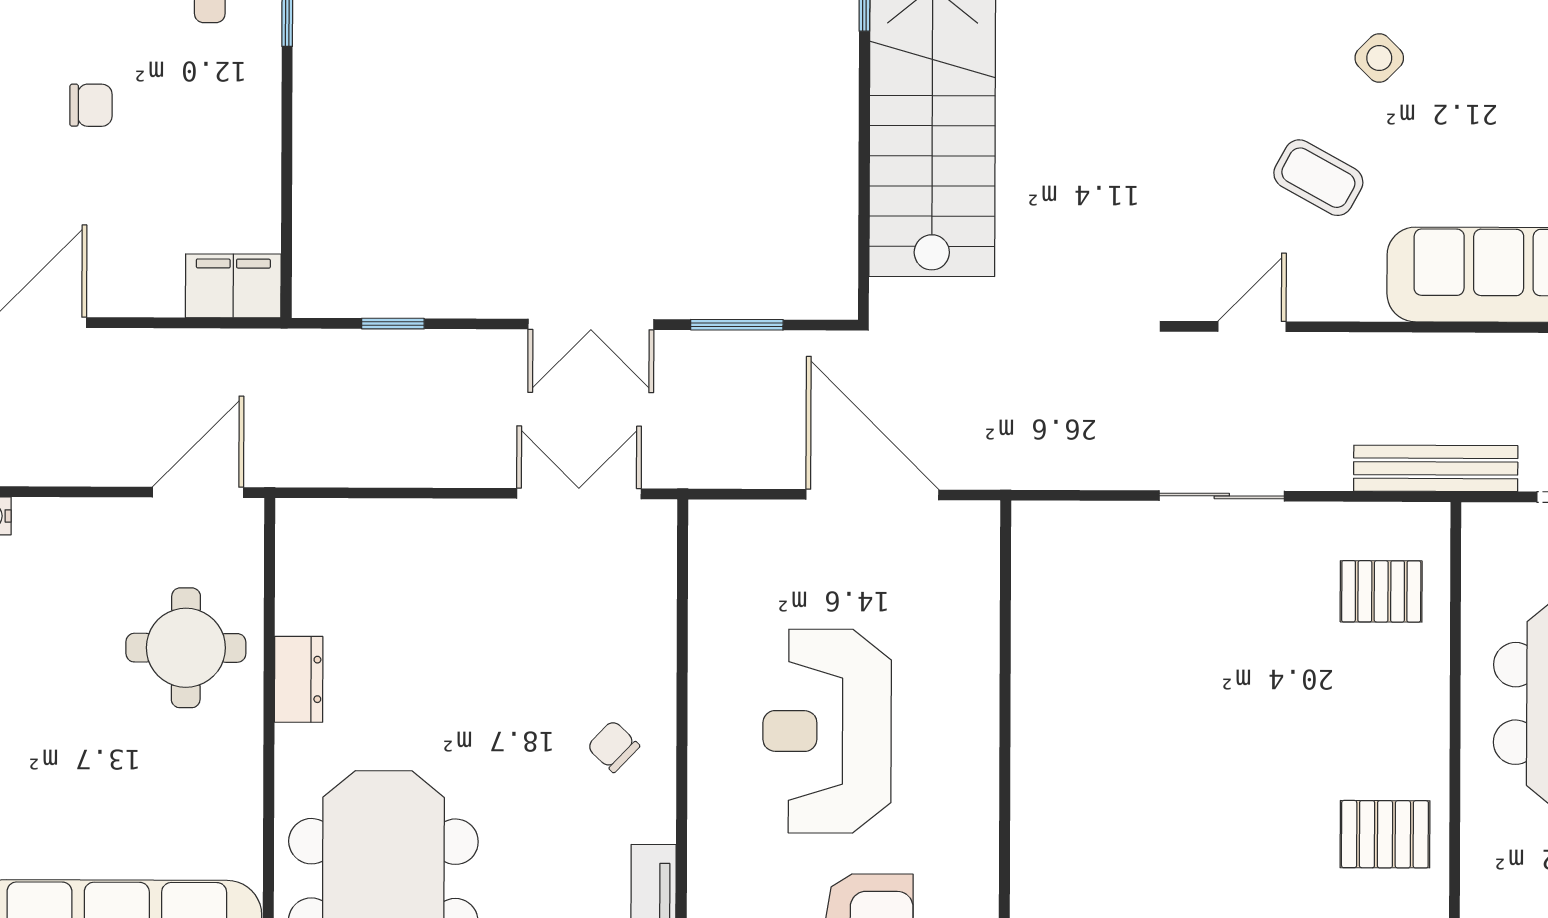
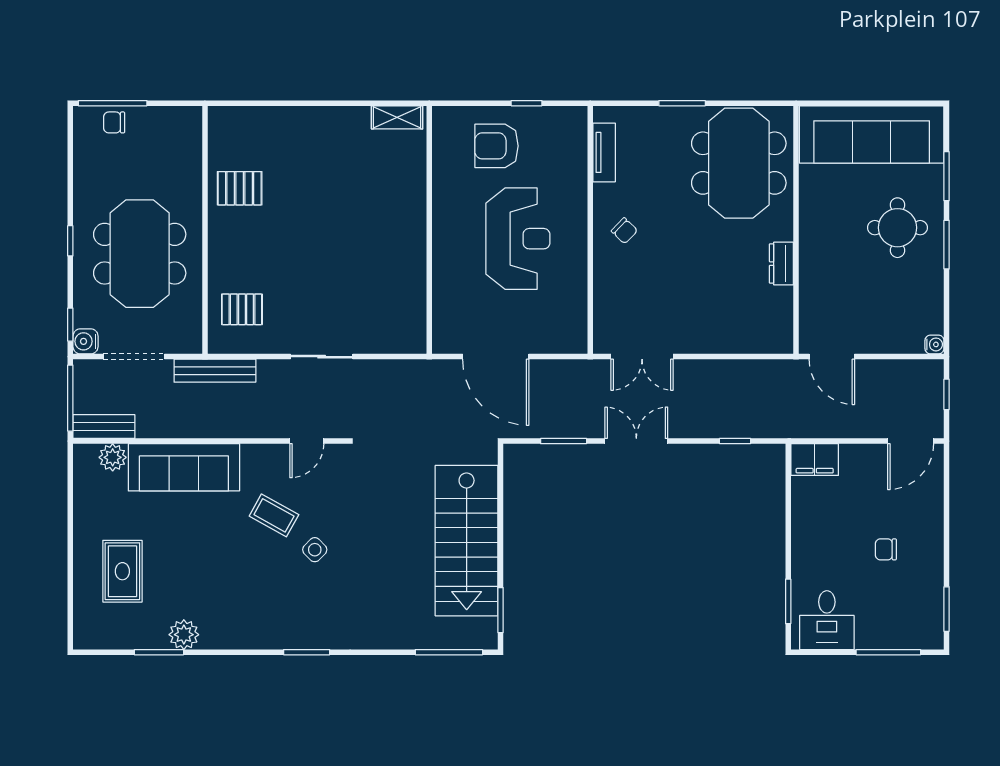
side table: (1379, 58) -> (315, 550), moved
door: (198, 492) -> (832, 357), hinge flipped
round table: (186, 648) -> (897, 228), moved

